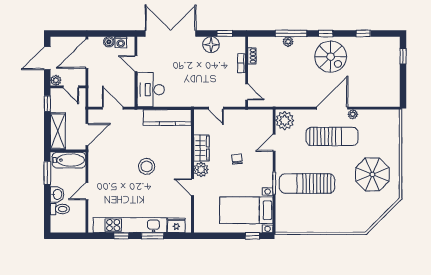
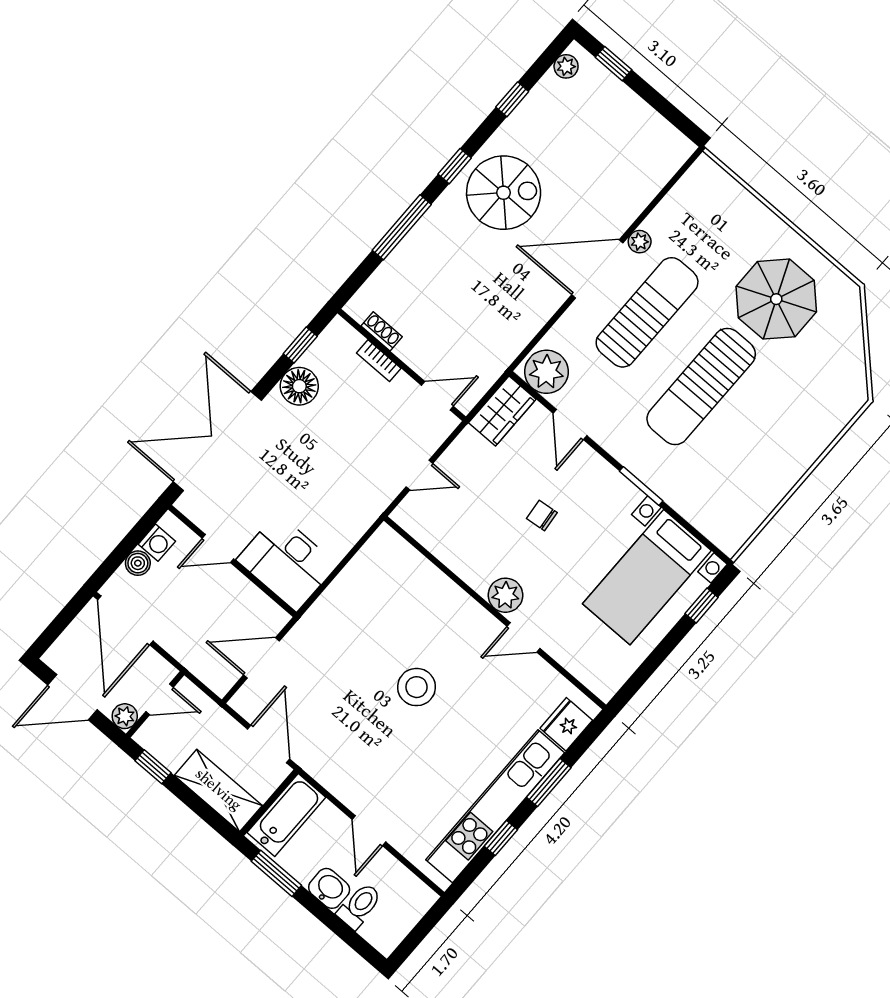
plant: (288, 42) -> (566, 66), moved
door: (47, 58) -> (73, 697), hinge flipped
door: (332, 108) -> (597, 269), hinge flipped
kitchen counter: (167, 117) -> (361, 575), removed
wardrobe: (201, 148) -> (502, 411), moved, turned 90
sun lounger: (307, 184) -> (701, 386), moved

